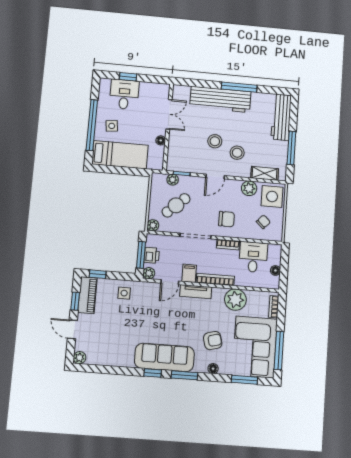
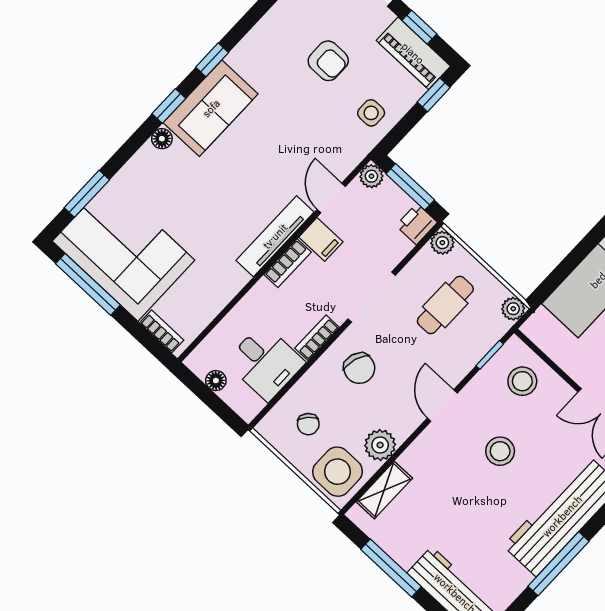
floor lamp: (161, 140) -> (570, 364), removed
stool: (237, 153) -> (522, 381), moved
plant: (173, 180) -> (513, 309), moved
cafe table: (176, 205) -> (445, 305), turned 42
chair: (226, 219) -> (359, 368), turned -72
printer: (152, 255) -> (417, 224), moved, turned 90
bookcase: (215, 279) -> (288, 263), width x0.64
tv unit: (196, 292) -> (275, 236), width x1.41
plant: (235, 300) -> (221, 280), removed
armchair: (213, 341) -> (328, 61), moved, turned -75
sofa: (164, 357) -> (211, 108), width x0.73
floor lamp: (213, 369) -> (162, 139), moved
window: (184, 375) -> (169, 106), width x0.67

